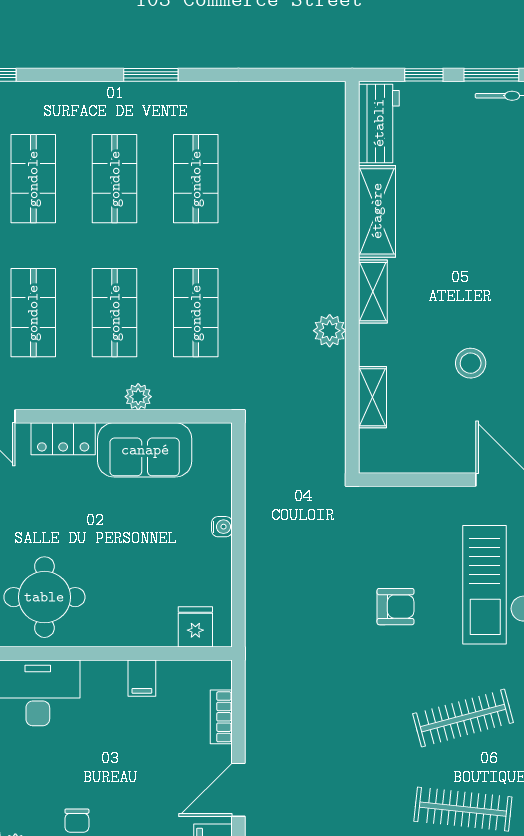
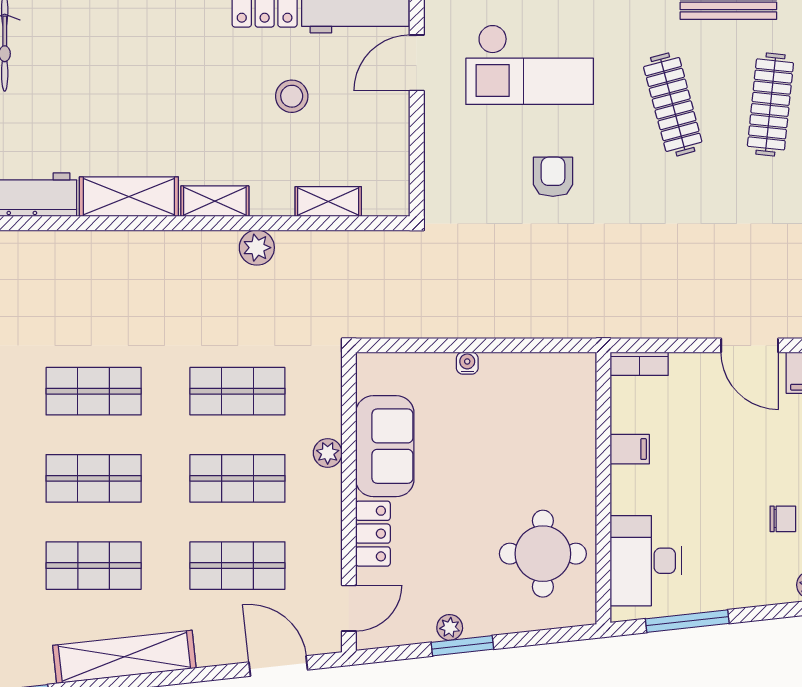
fridge: (195, 627) -> (575, 392), removed
bookcase: (221, 717) -> (639, 364), moved

